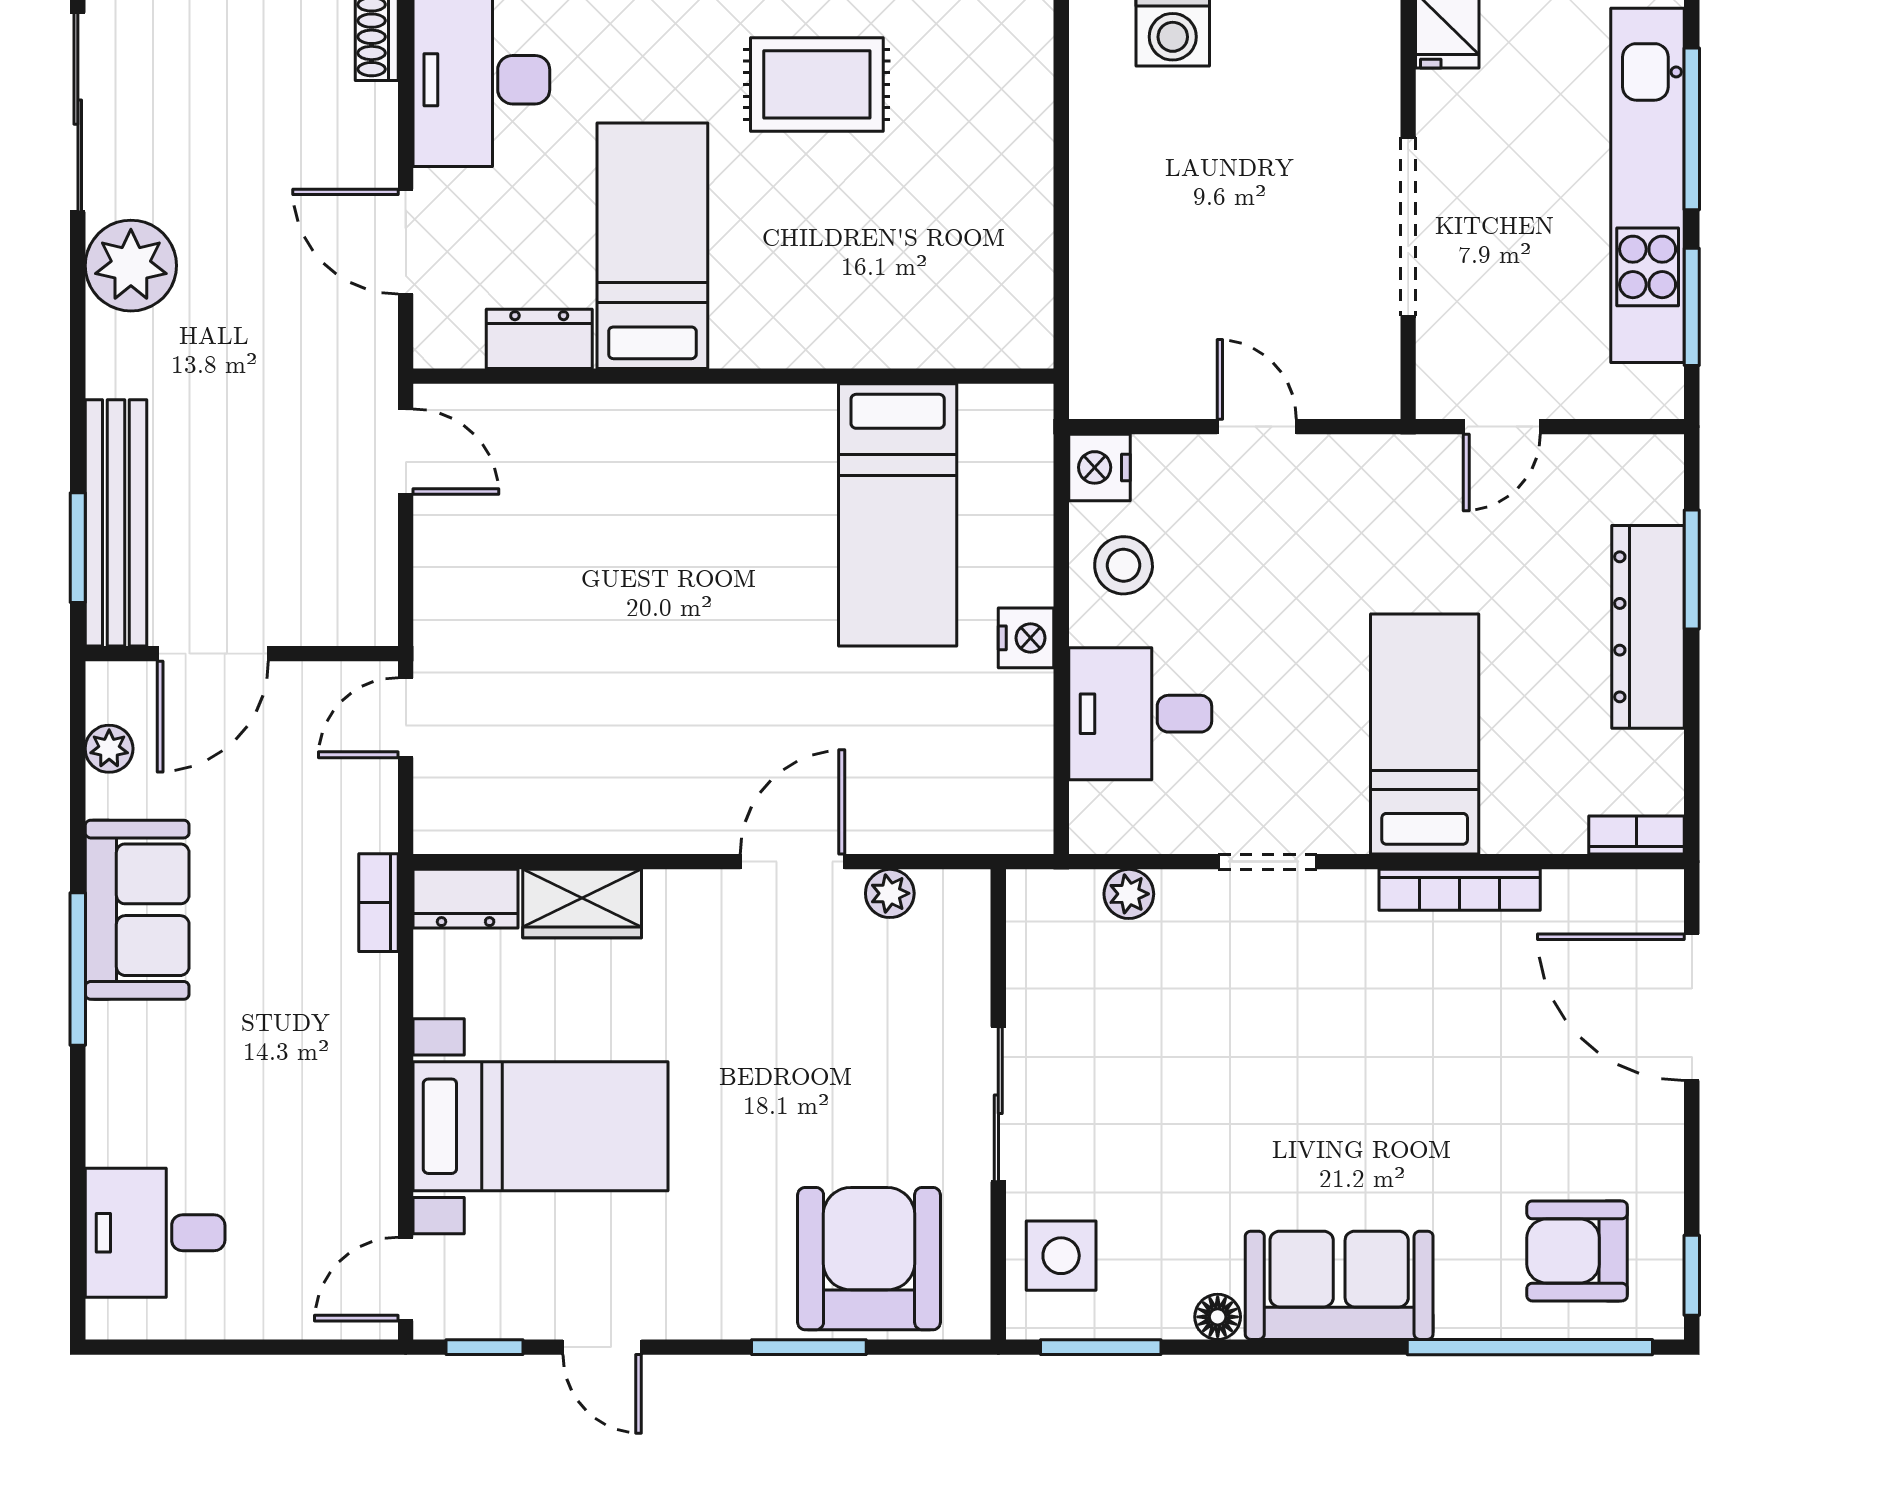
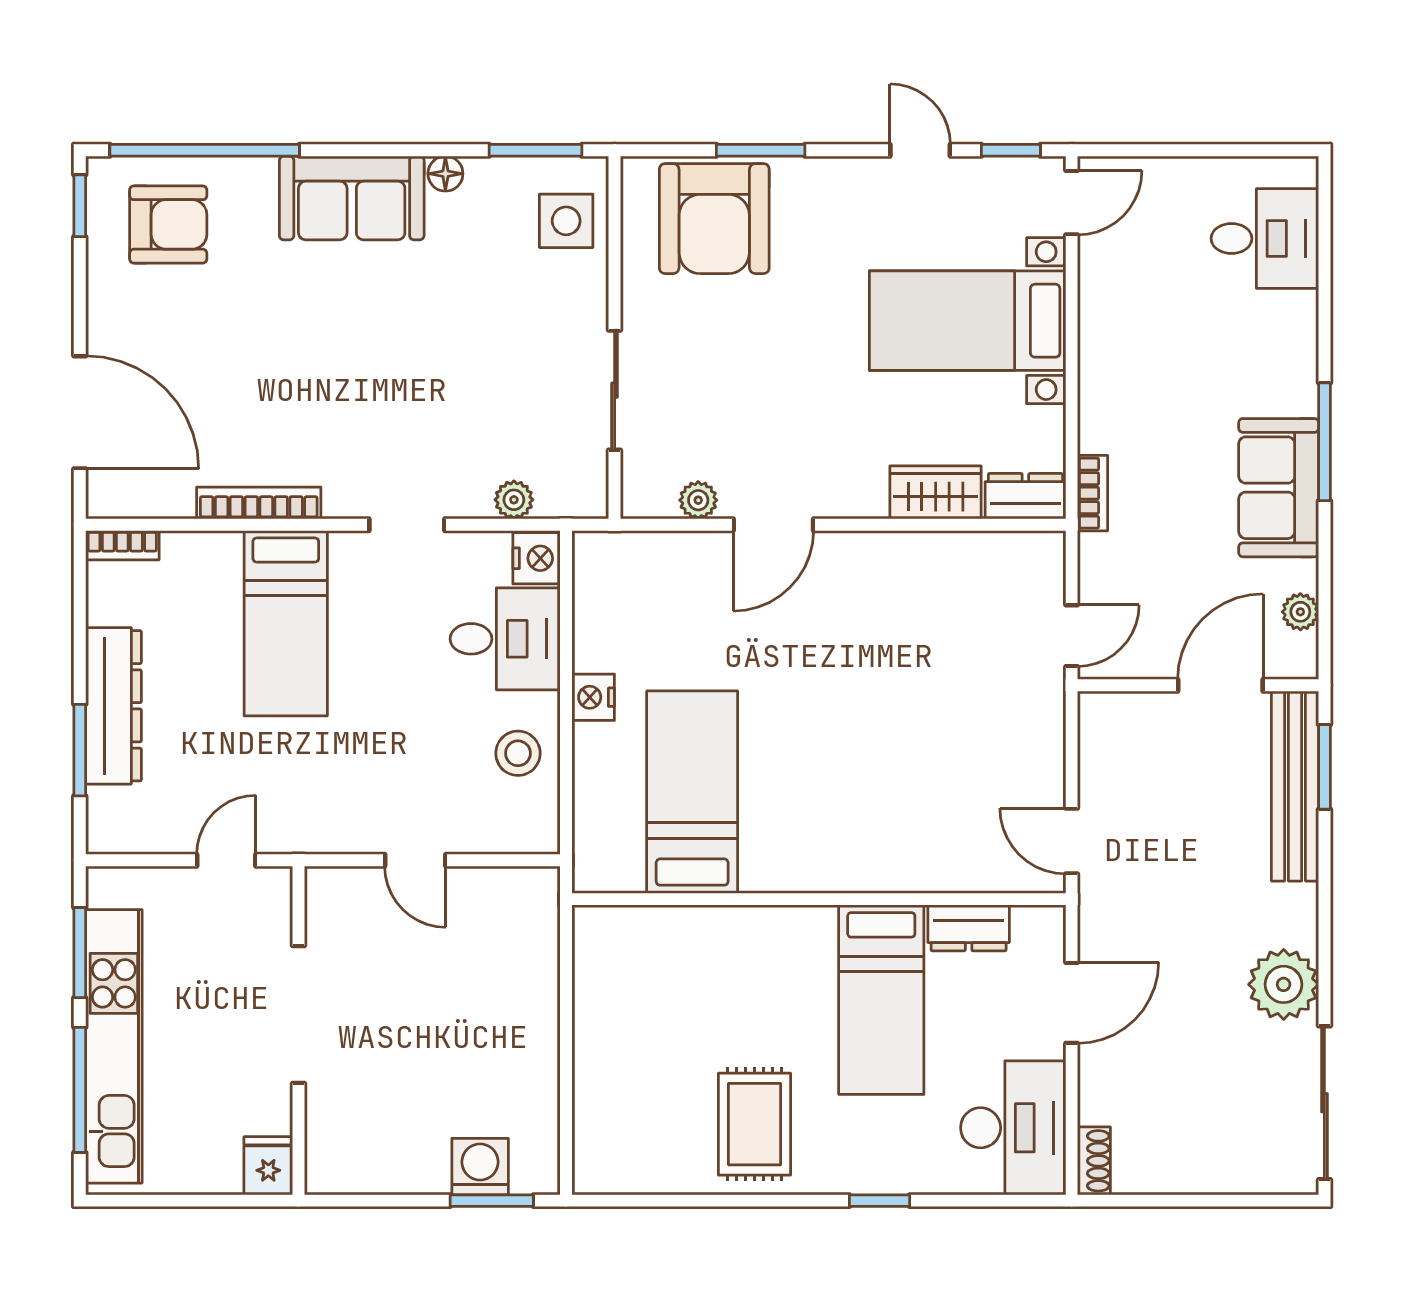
rug: (817, 84) -> (754, 1124), turned 90
door: (406, 242) -> (1072, 1003), hinge flipped
nightstand: (1100, 467) -> (536, 558), moved
sliding door: (998, 1104) -> (615, 390), moved

